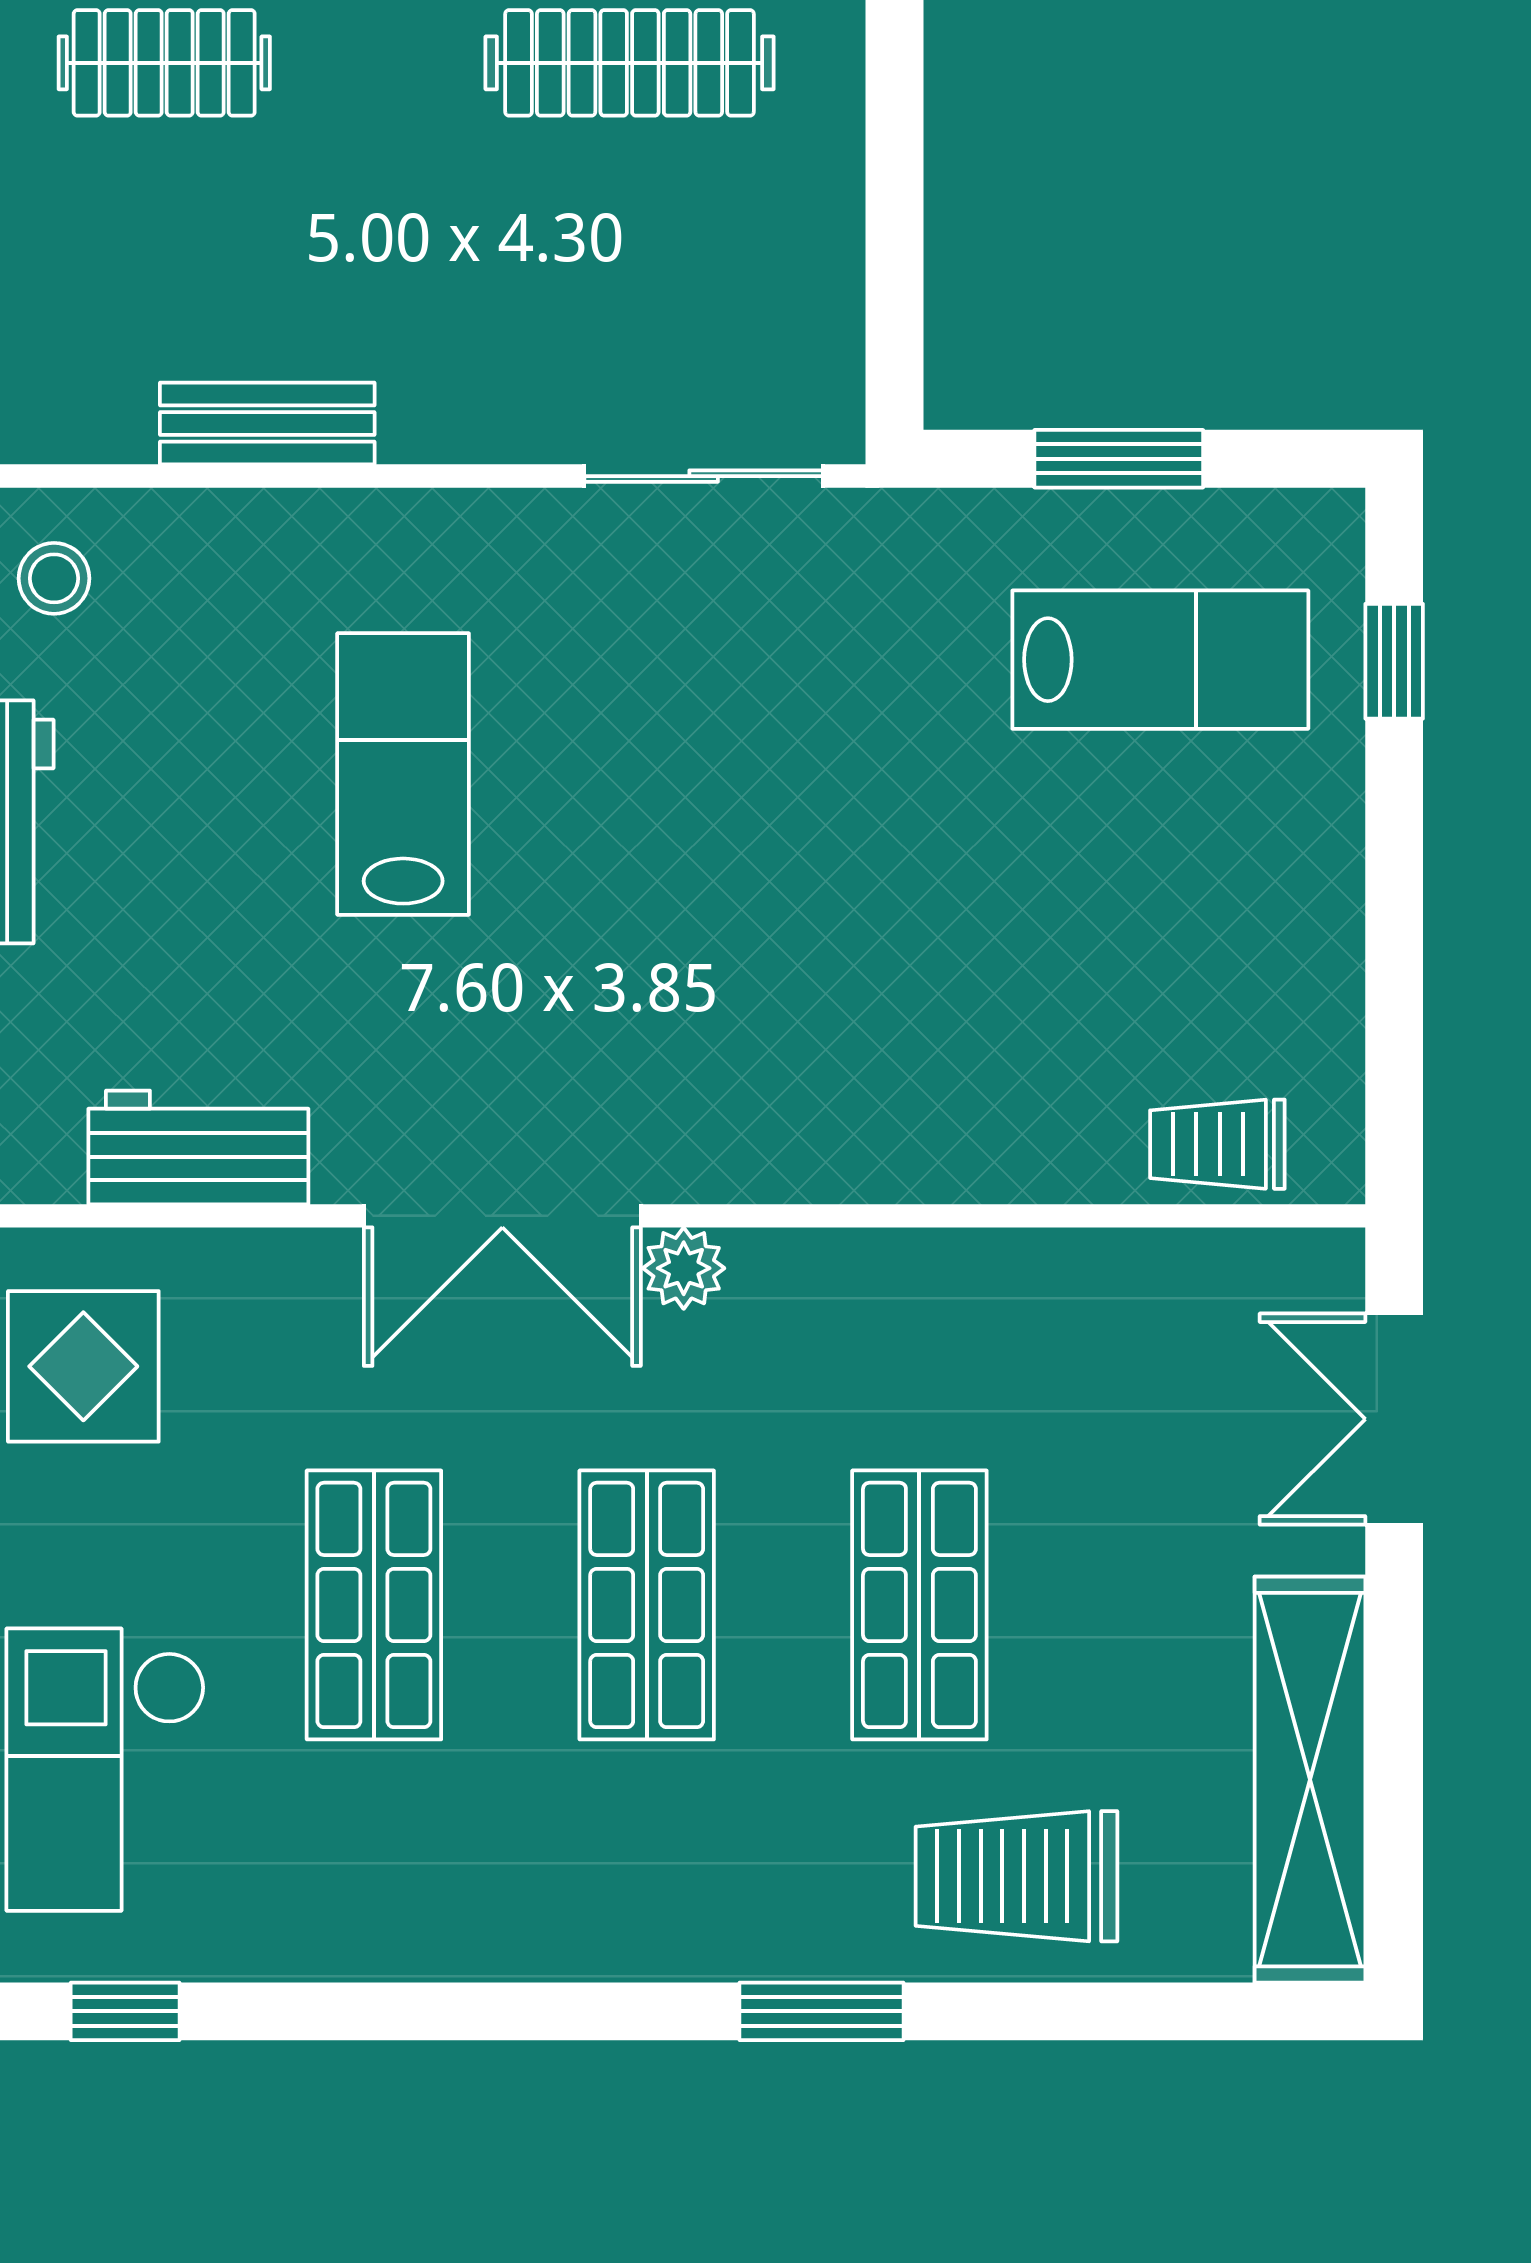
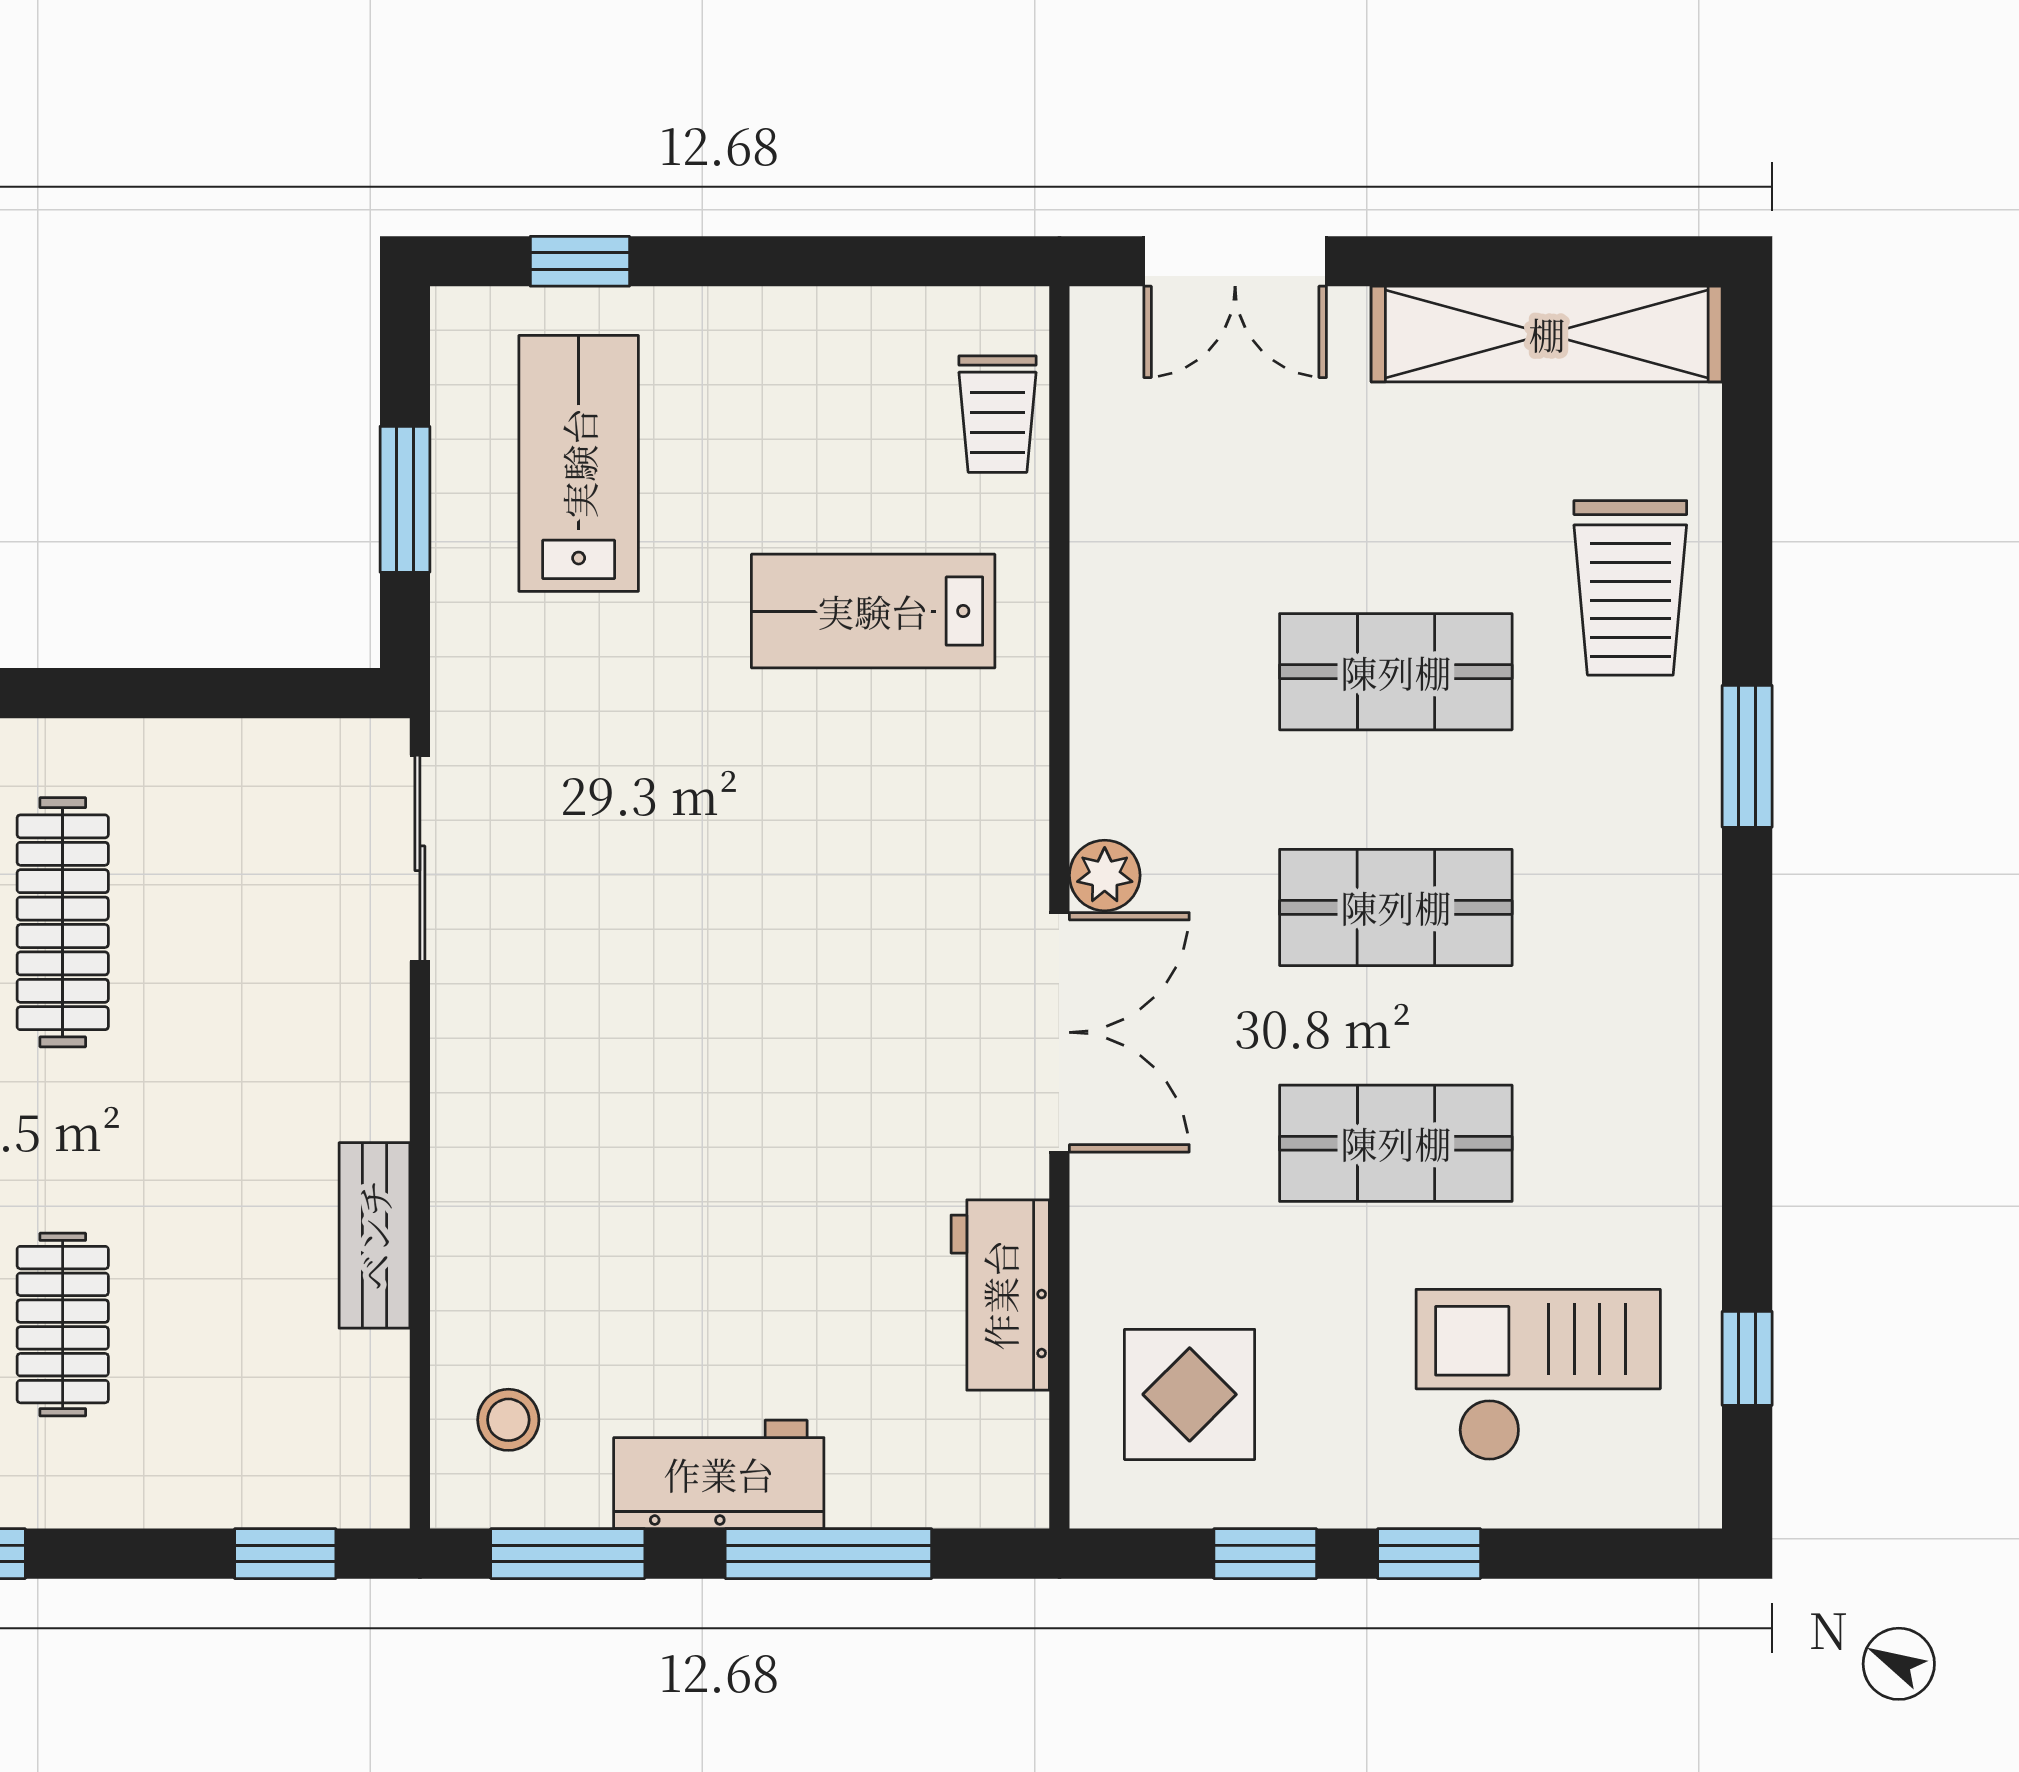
lab bench: (403, 774) -> (873, 611), moved
checkout: (106, 1770) -> (1538, 1375), turned 180

